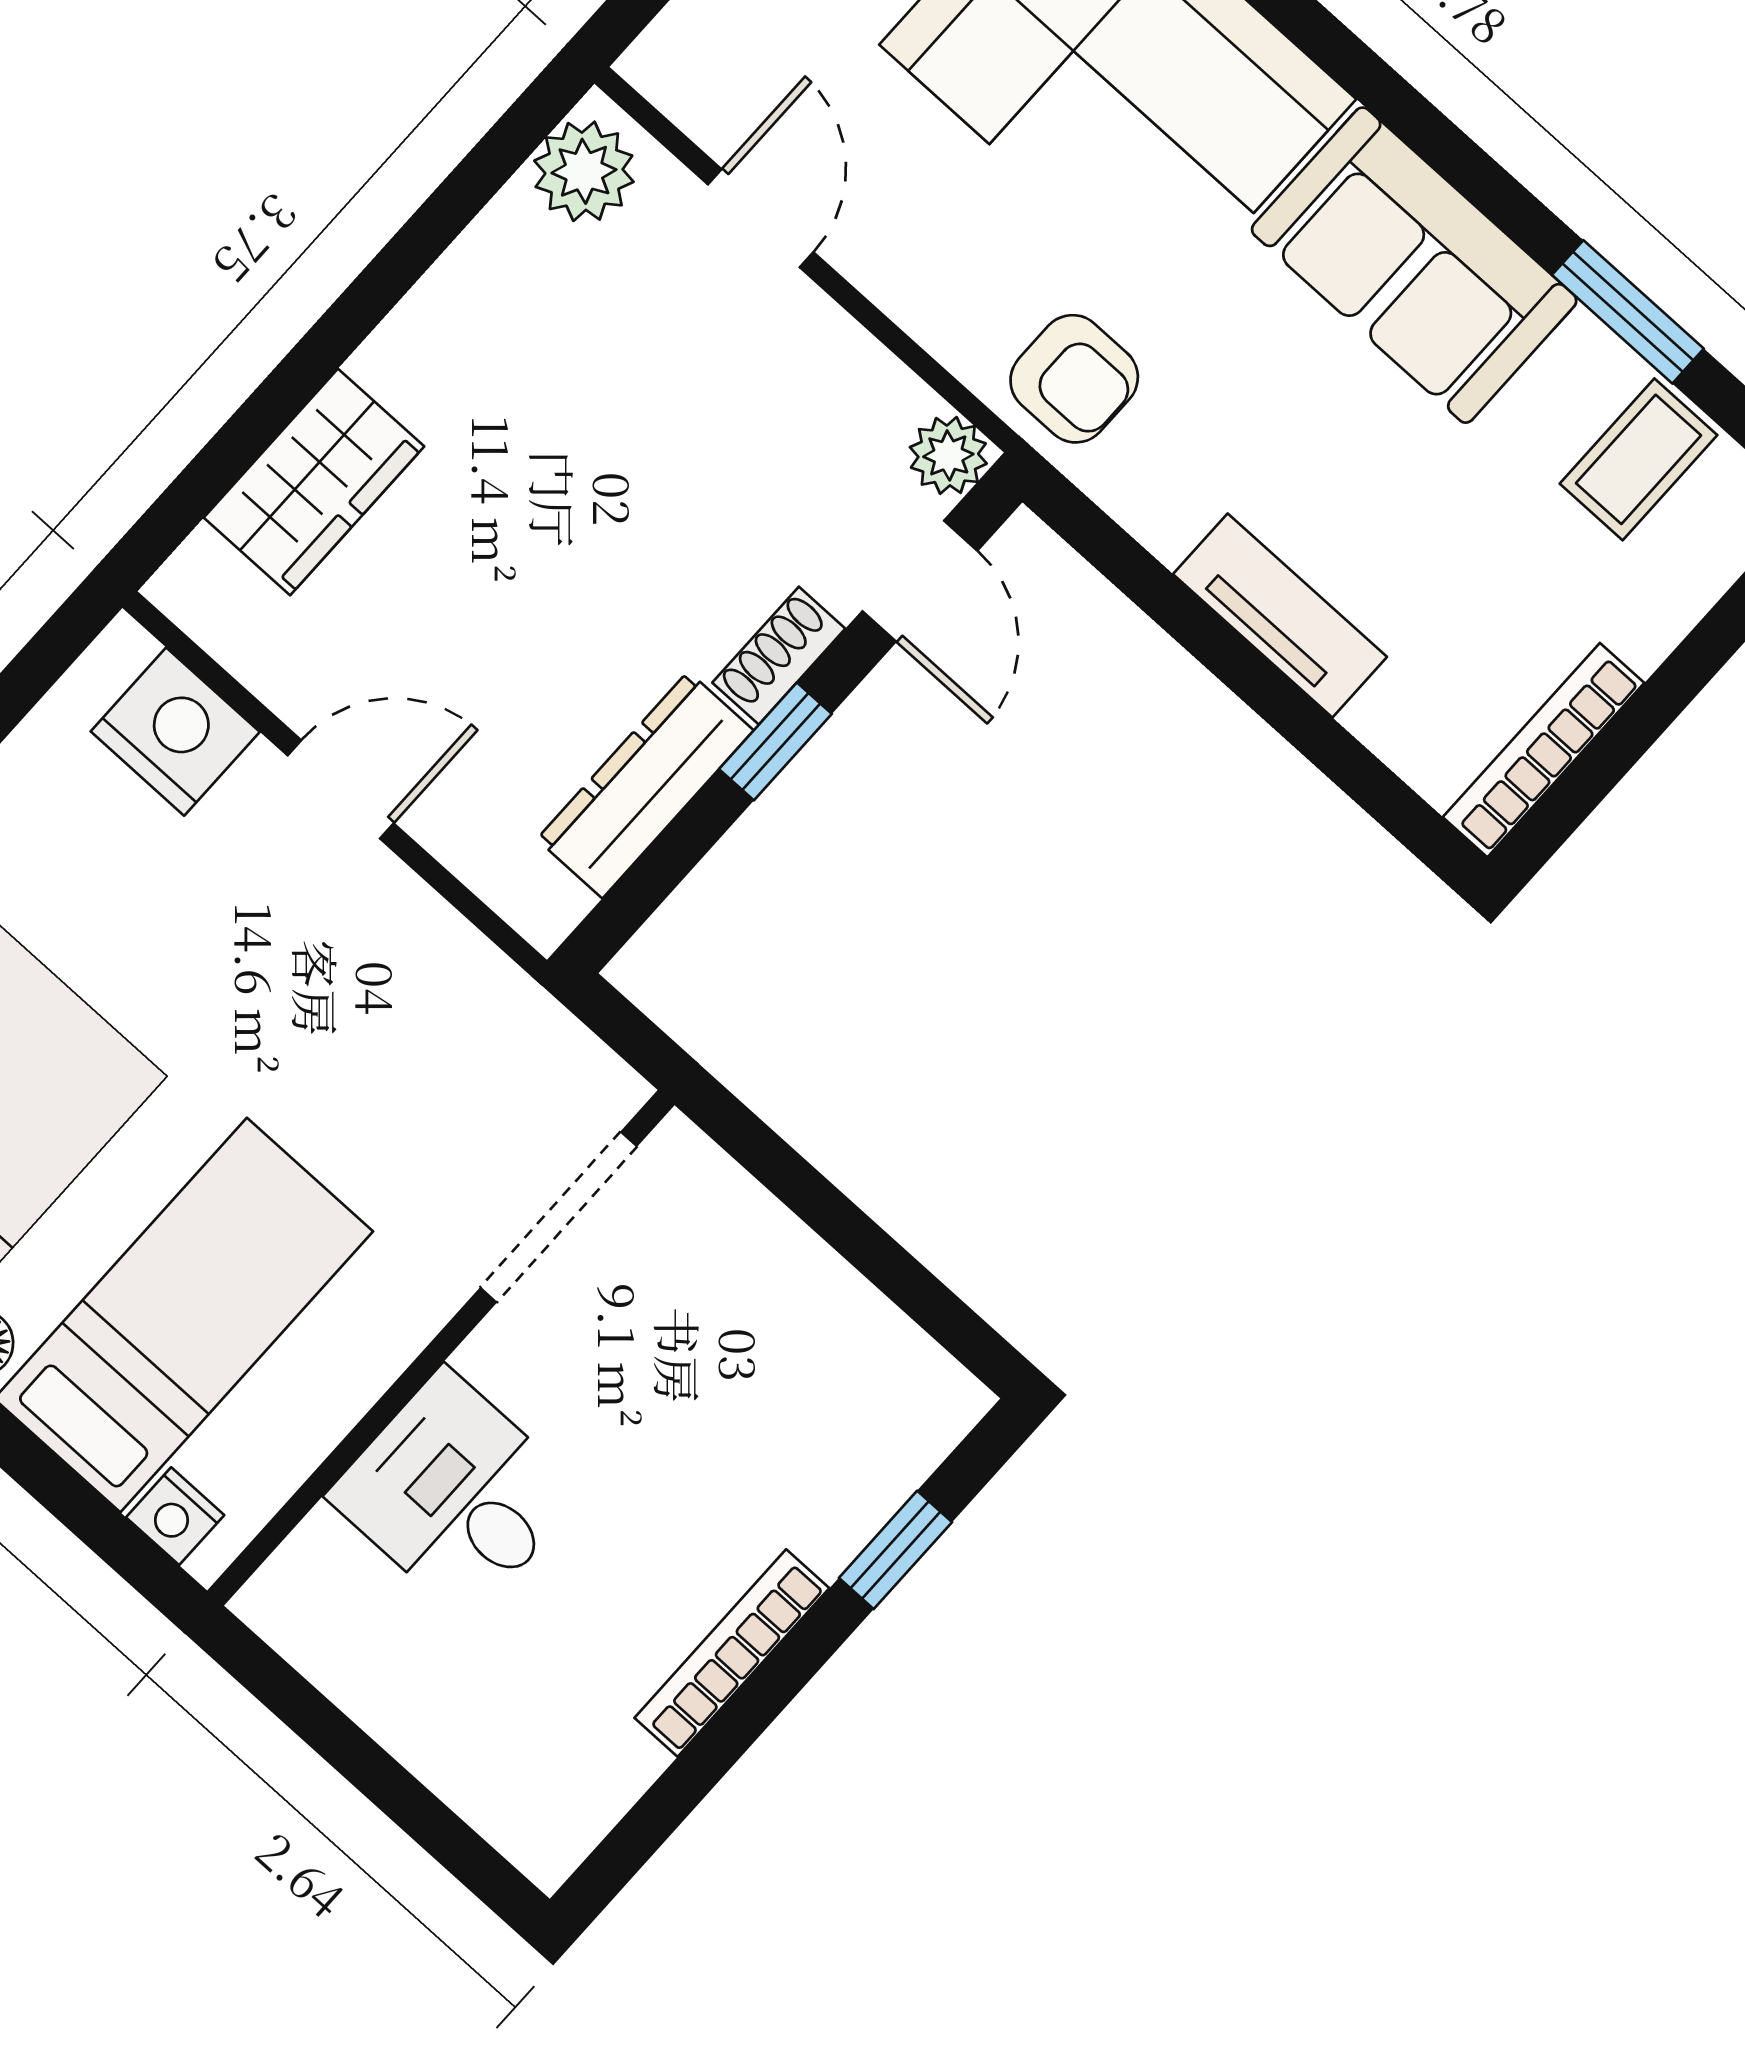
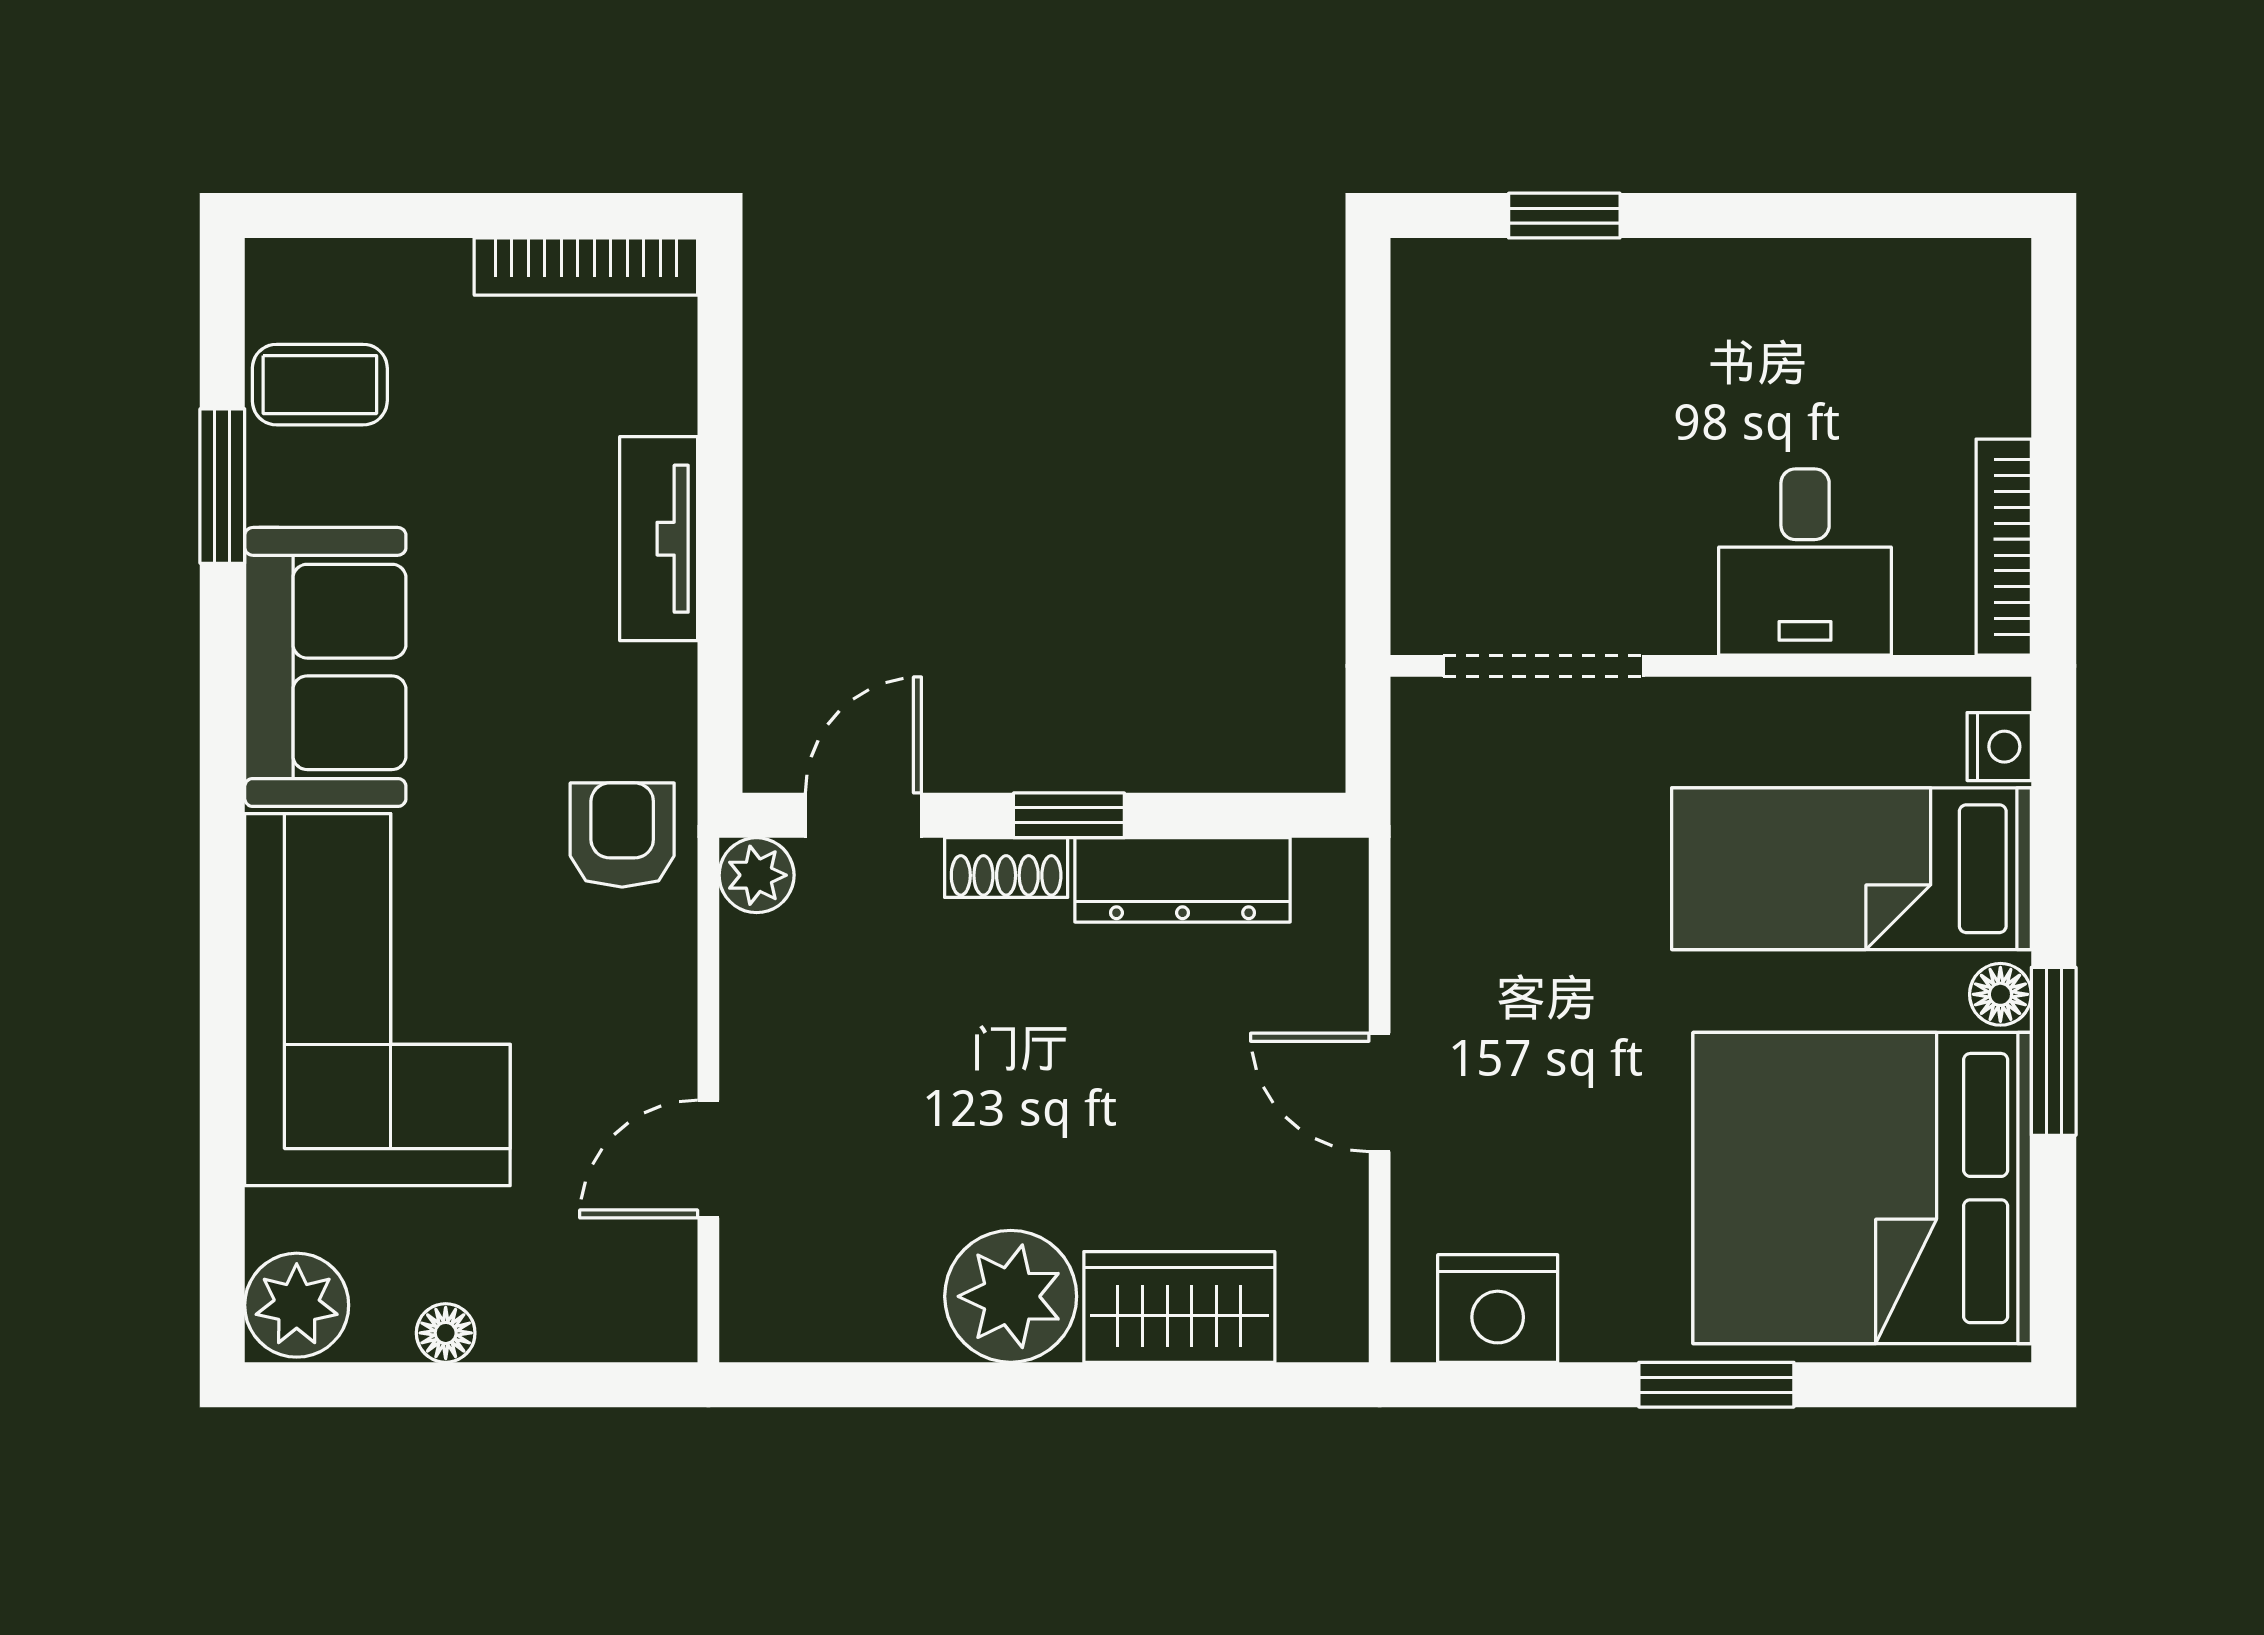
plant: (584, 171) -> (1011, 1296), moved, width x1.36, depth x1.36
nightstand: (175, 732) -> (1498, 1308), moved, turned -90
bookcase: (732, 1653) -> (2004, 547), moved, turned 90

